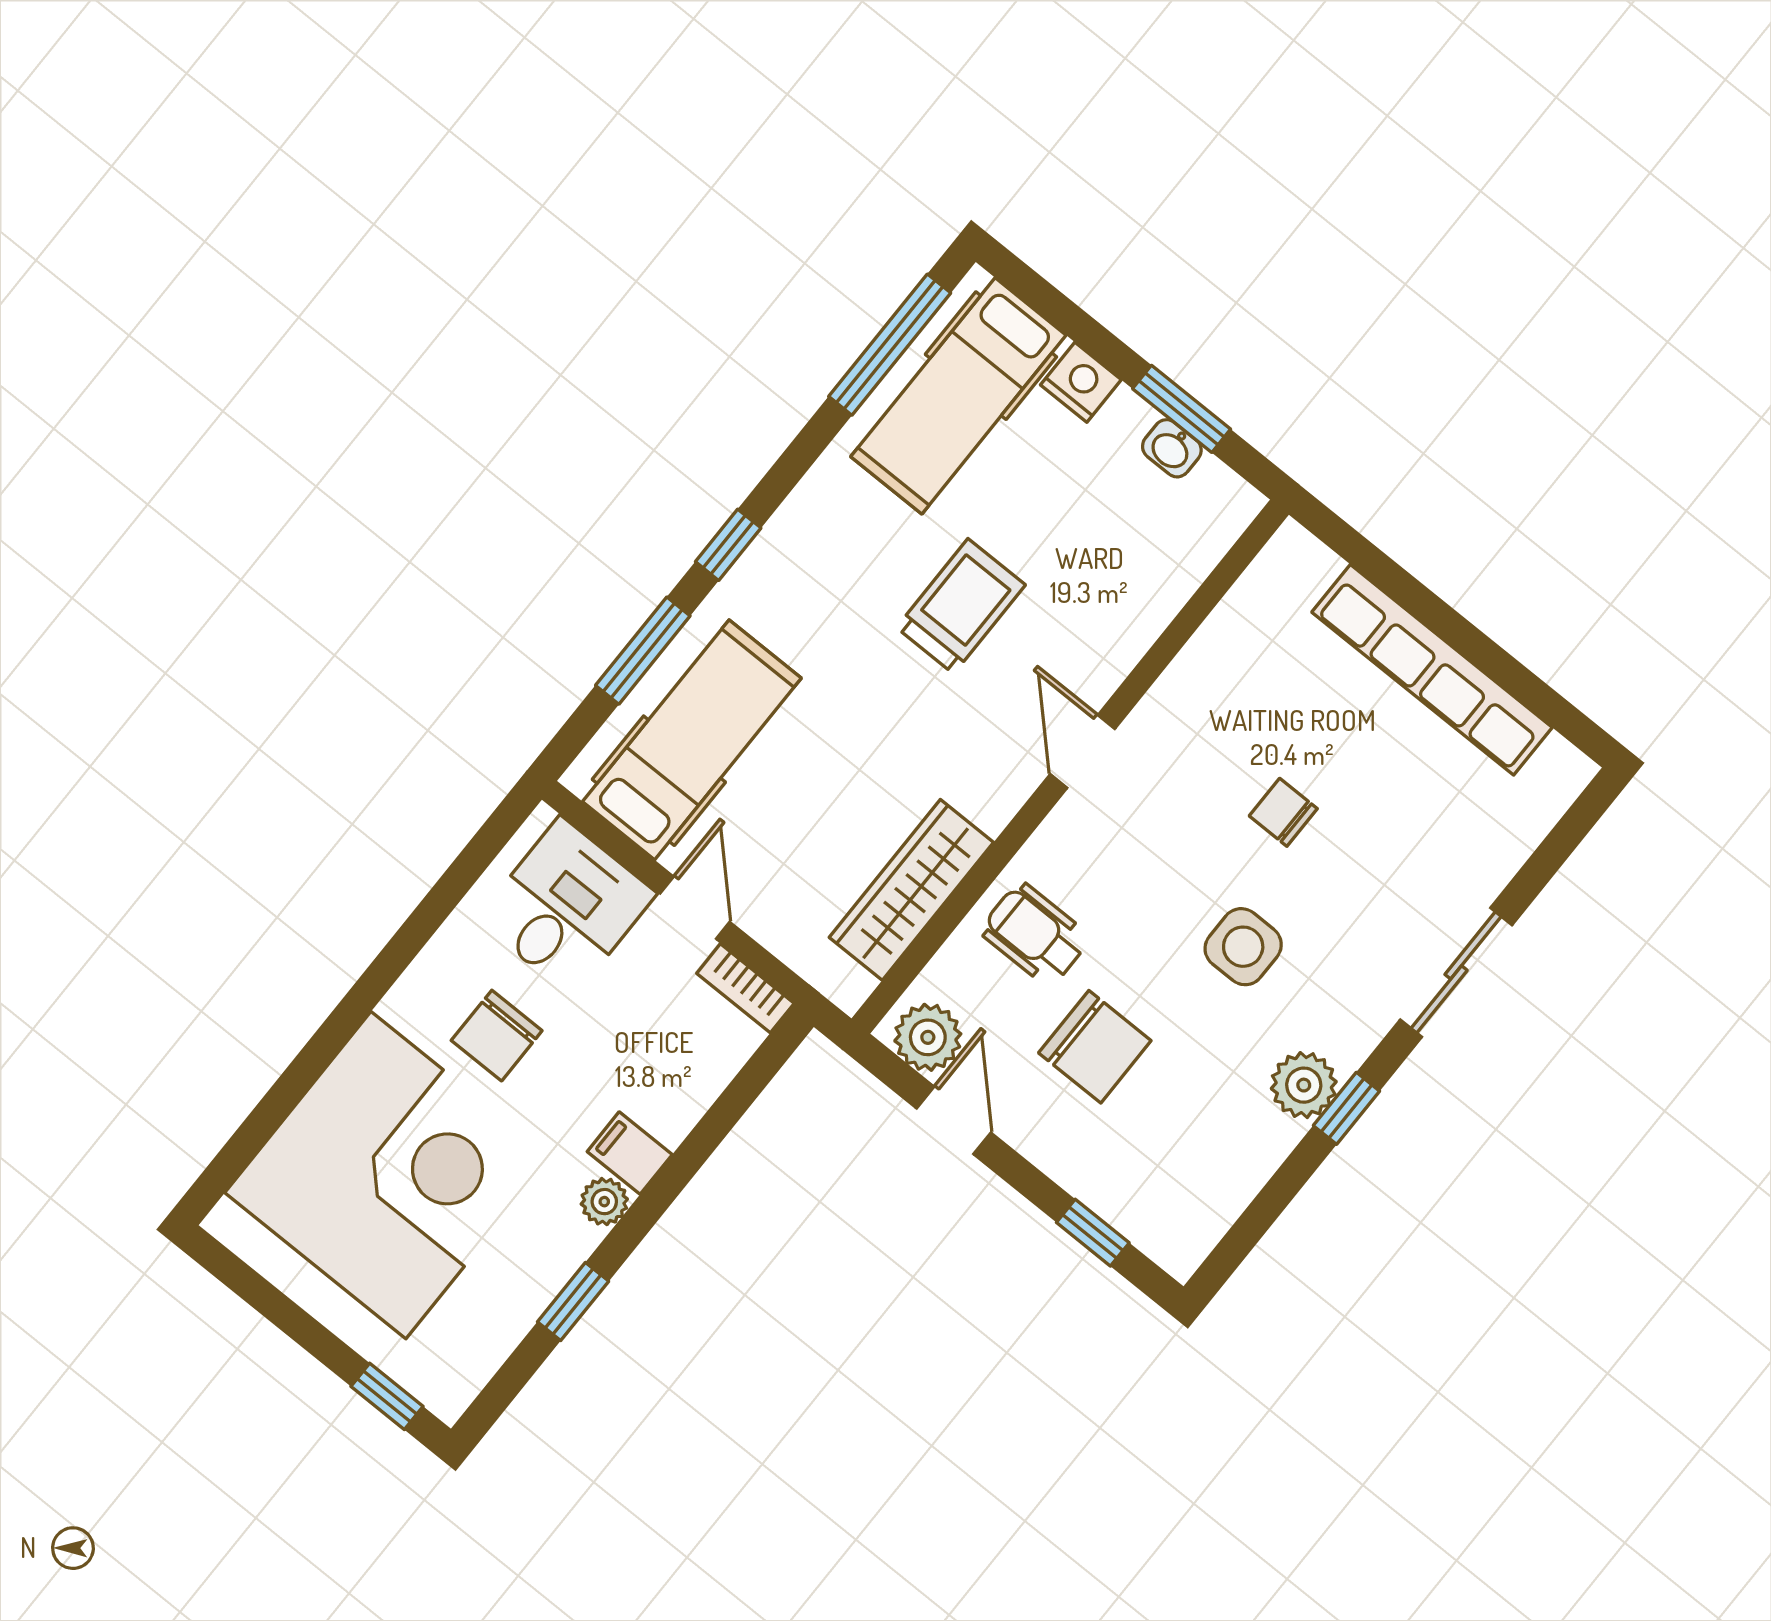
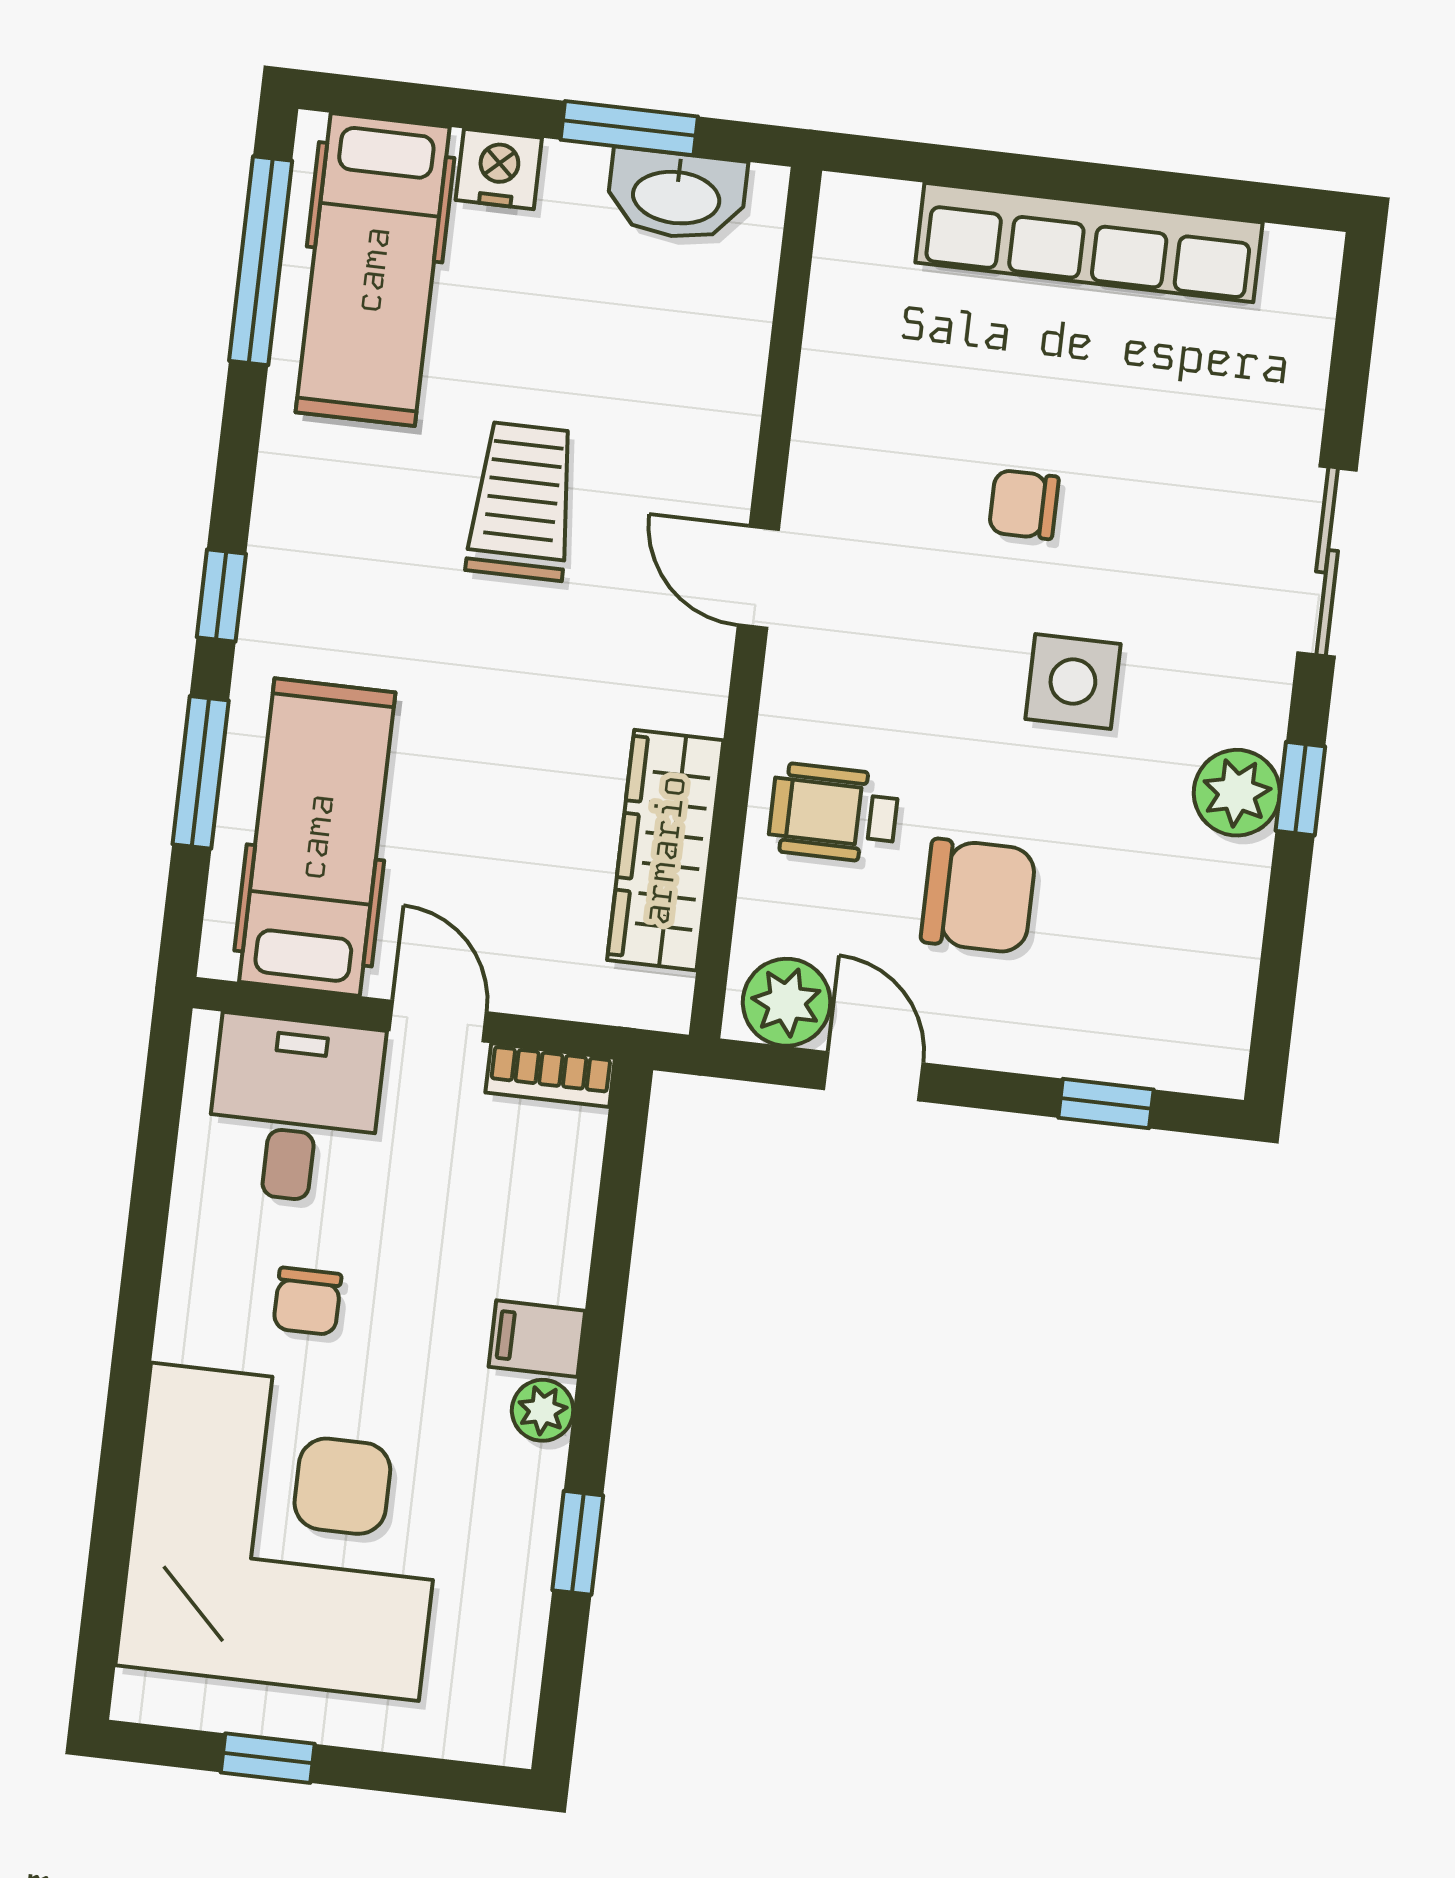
washbasin: (1172, 448) -> (676, 195), width x1.91, depth x1.45
chair: (497, 1036) -> (307, 1301), width x0.73, depth x0.73
window: (387, 1396) -> (268, 1758), moved

